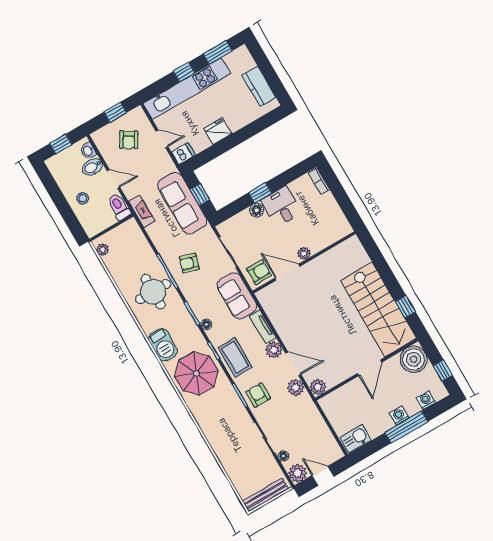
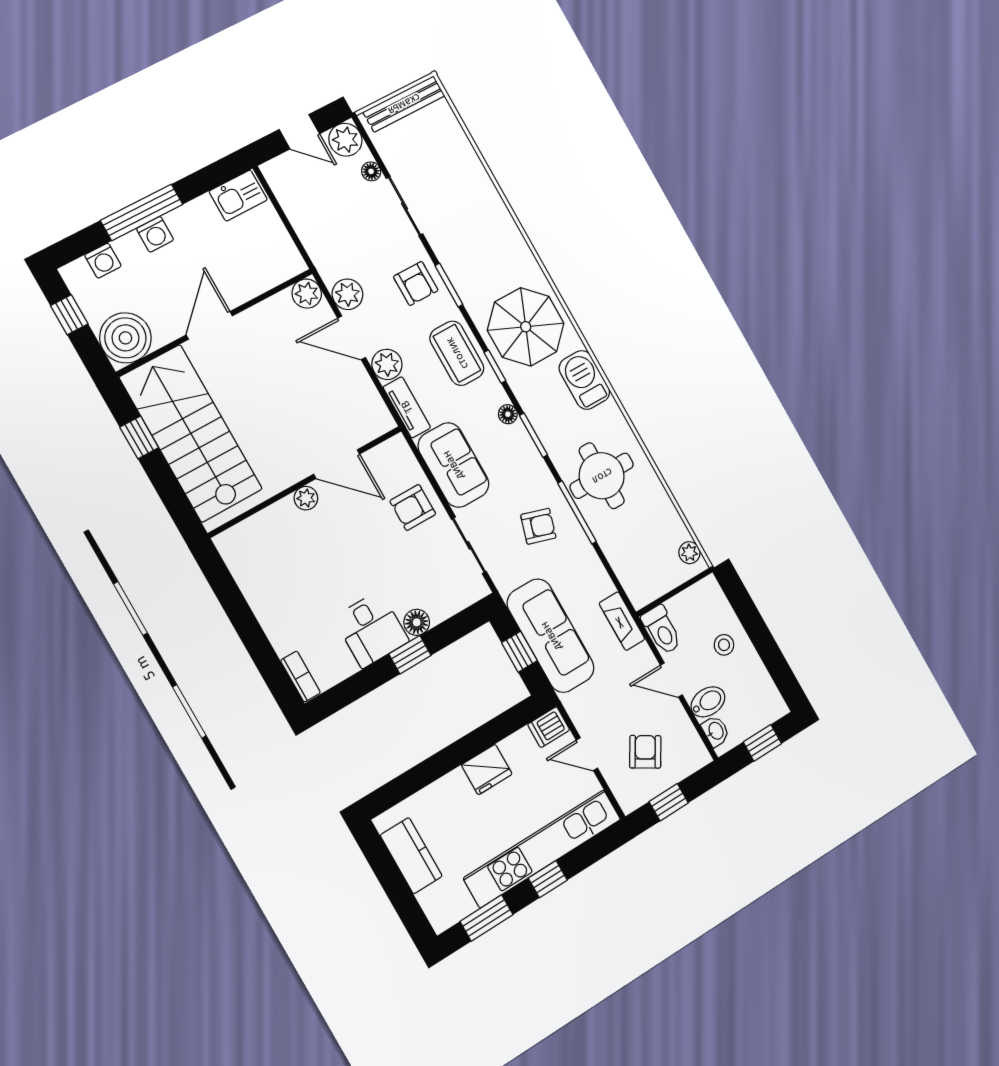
plant: (304, 253) -> (306, 498), moved
wall: (304, 262) -> (306, 482), moved
door: (287, 272) -> (337, 464), moved

